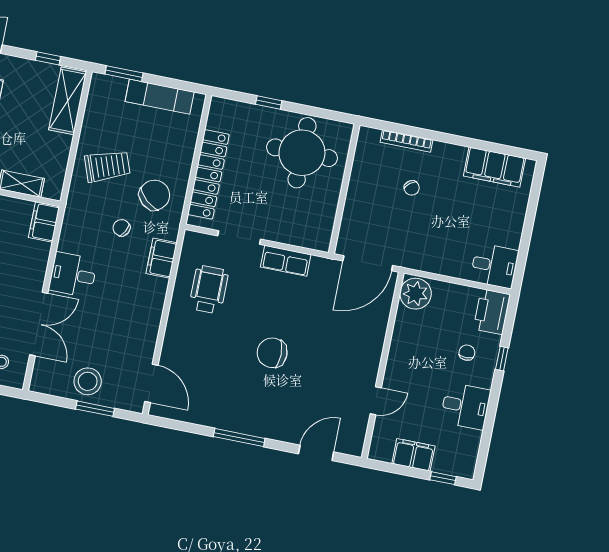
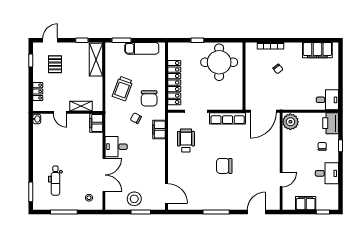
trolley: (107, 166) -> (123, 89), turned 130
chair: (154, 195) -> (149, 98), turned 139
row of seats: (286, 261) -> (228, 118), width x1.48

